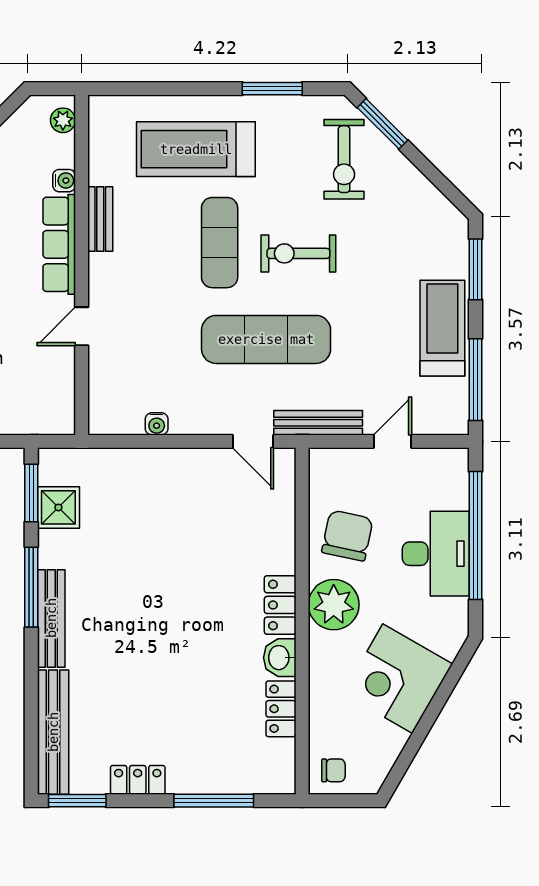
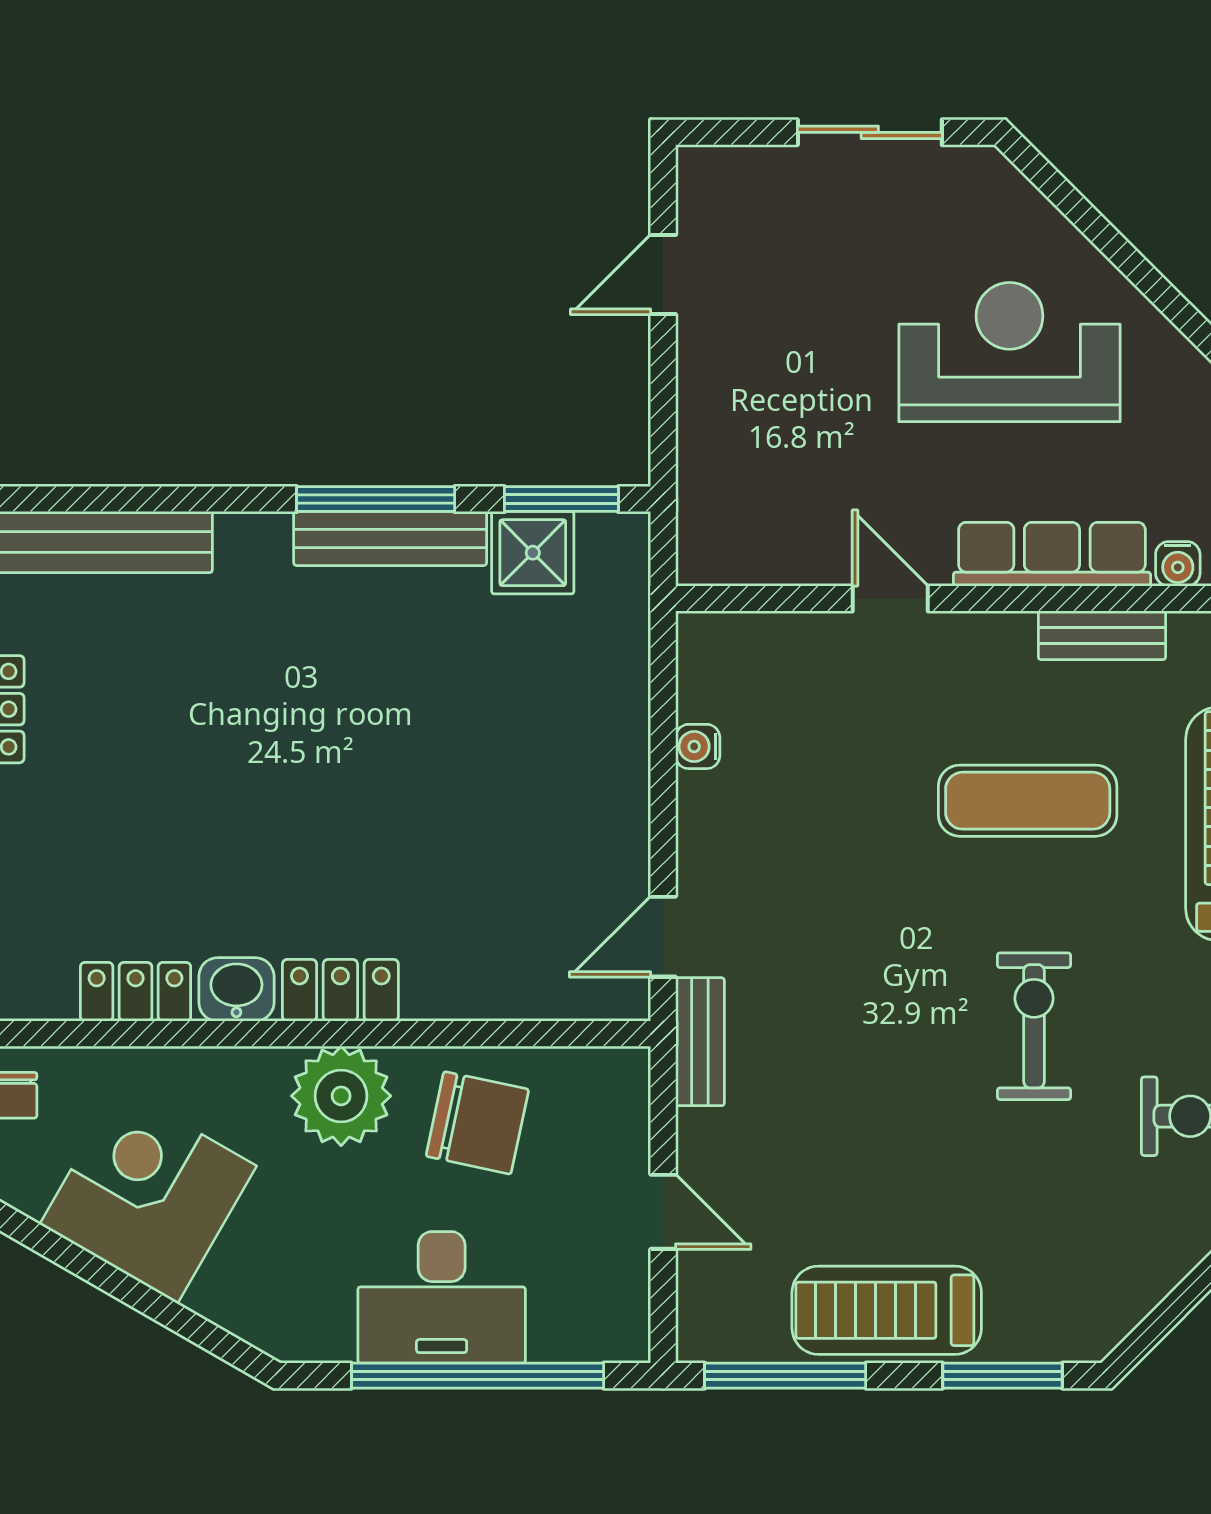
exercise mat: (220, 243) -> (1028, 801), moved
treadmill: (442, 328) -> (887, 1310), turned 180
exercise mat: (266, 339) -> (864, 962), removed
bench: (318, 423) -> (700, 1042), width x0.73
bench: (51, 618) -> (390, 539), moved
corner desk: (398, 679) -> (148, 1195), moved

